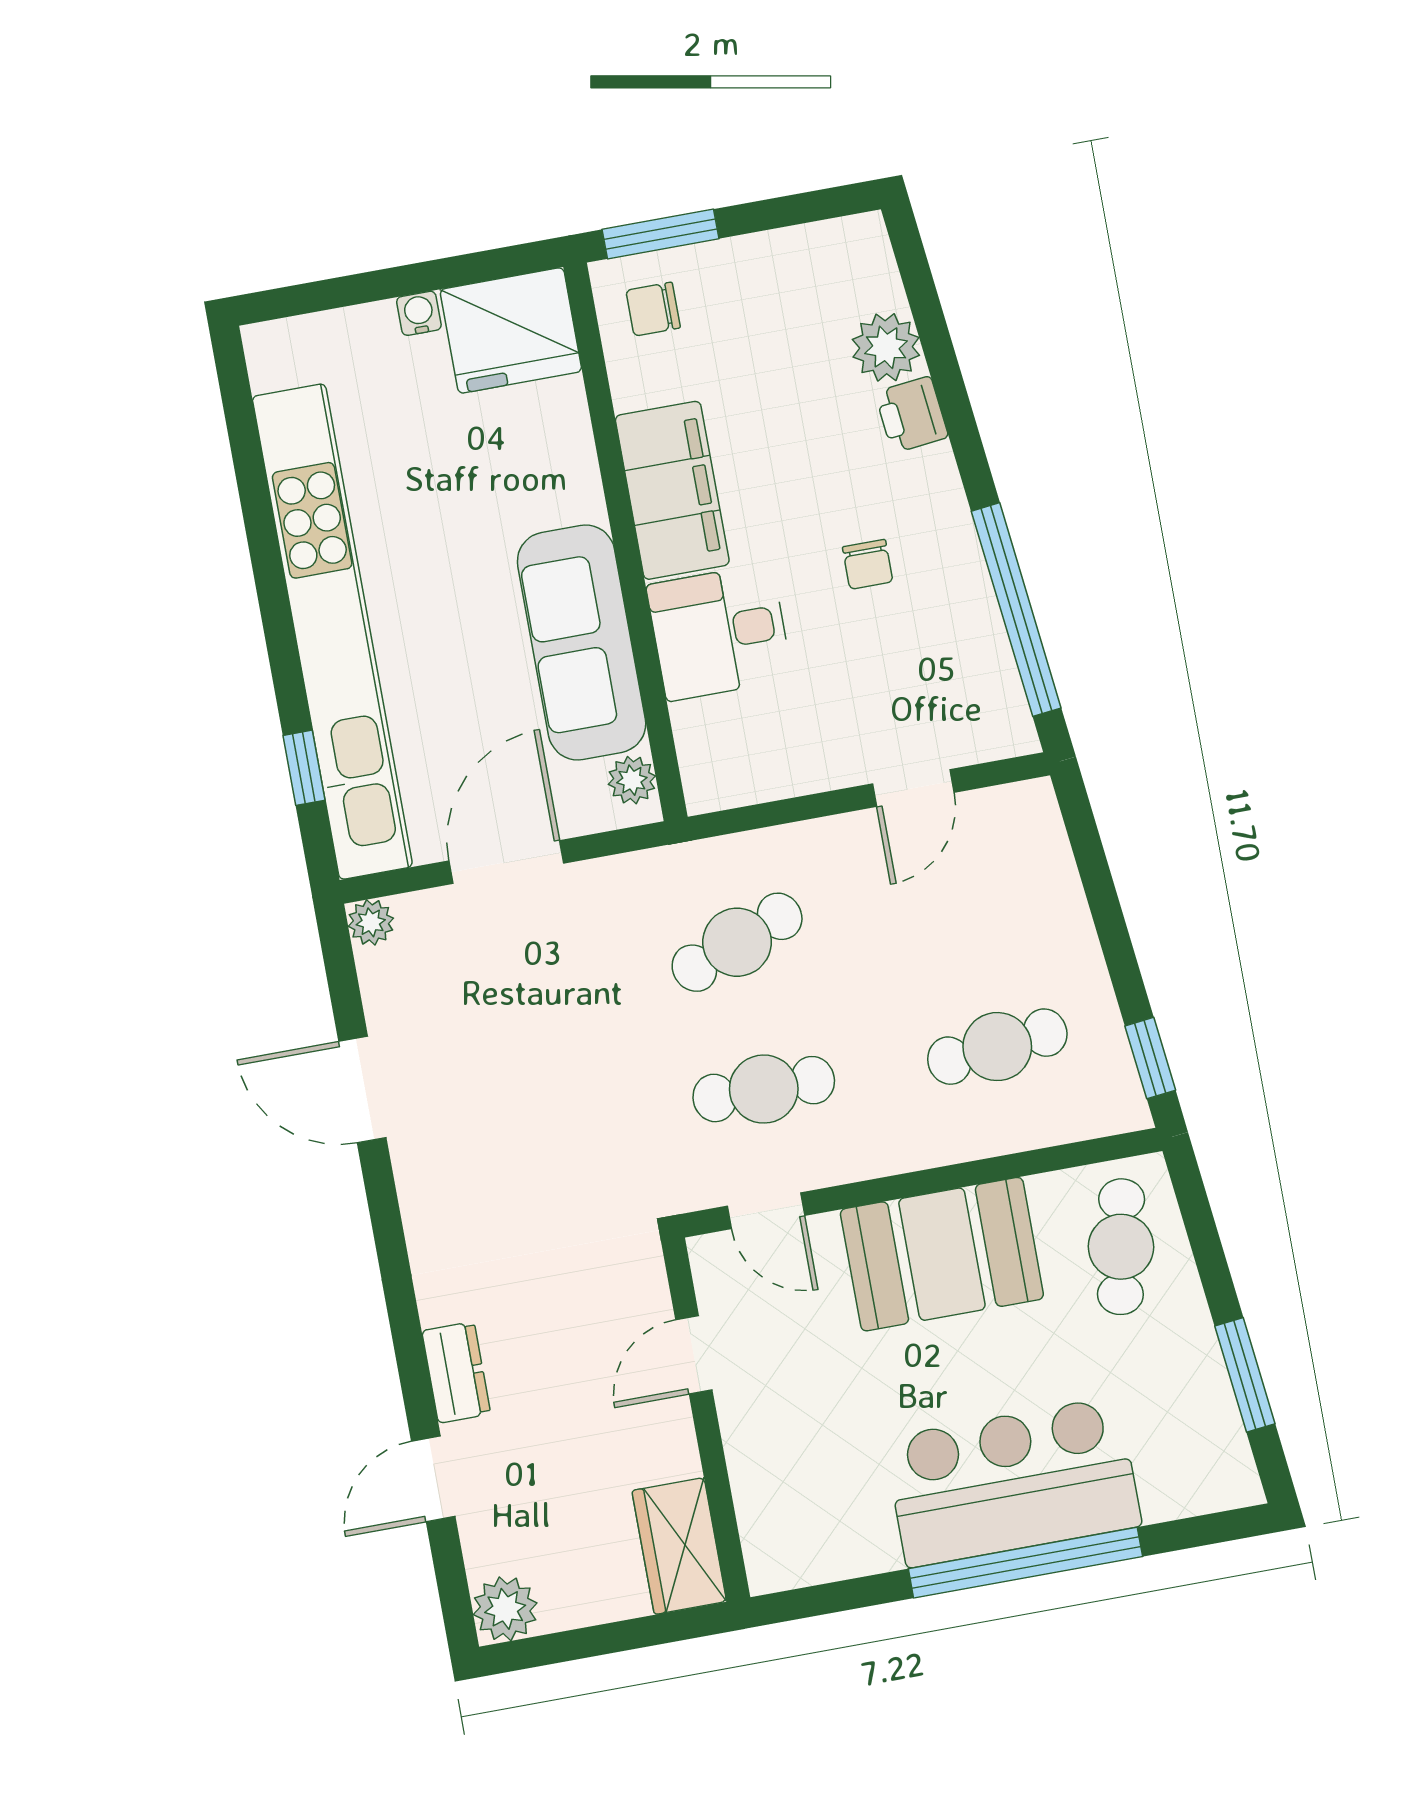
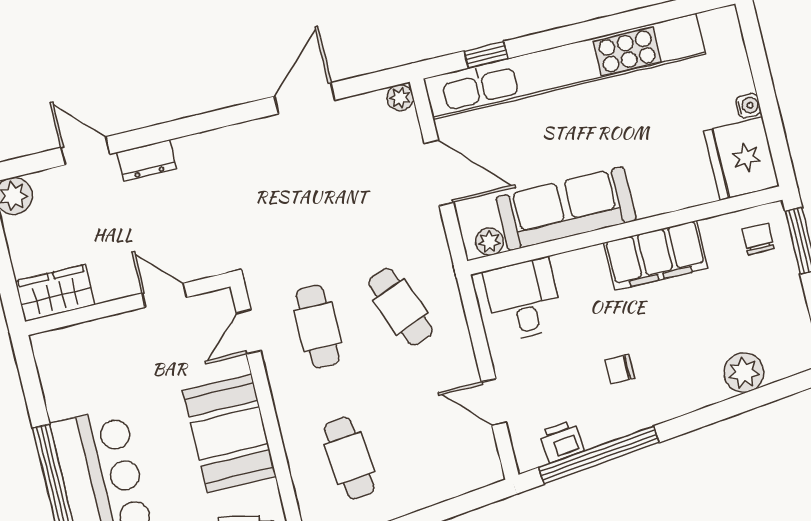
printer: (912, 415) -> (561, 442), moved
desk: (719, 632) -> (523, 300), moved

